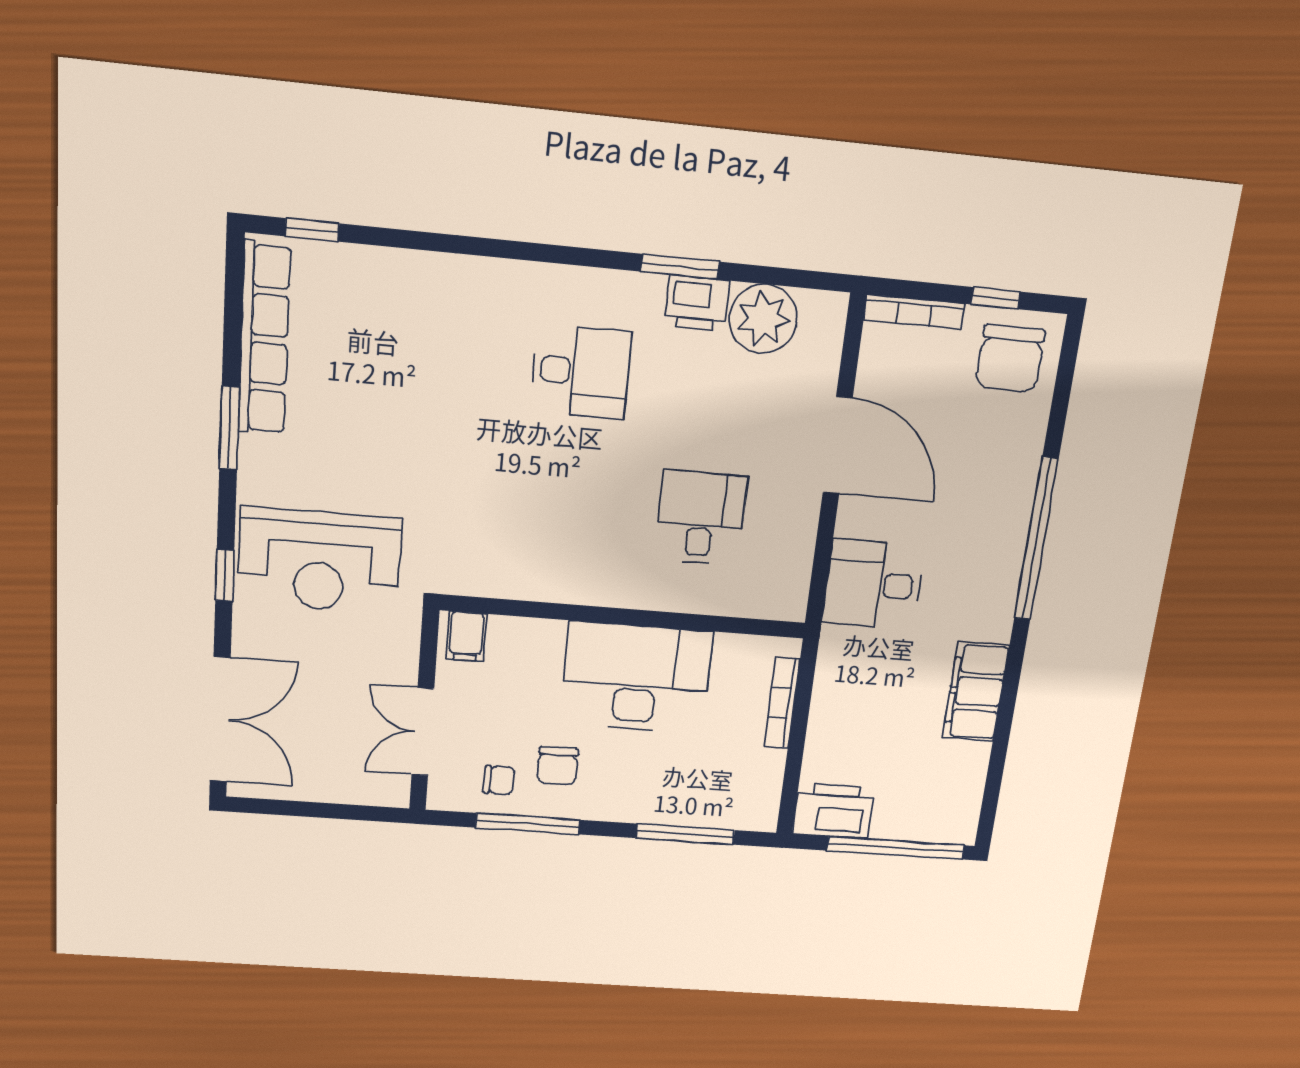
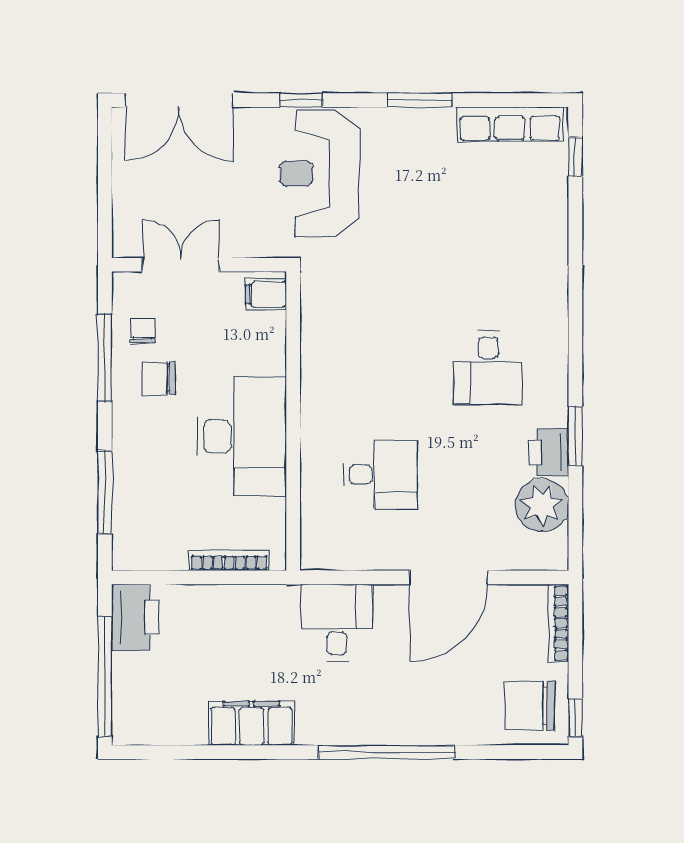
window: (995, 298) -> (575, 717), moved
row of seats: (264, 339) -> (510, 124), width x0.73
chair: (499, 780) -> (143, 331), turned 180

